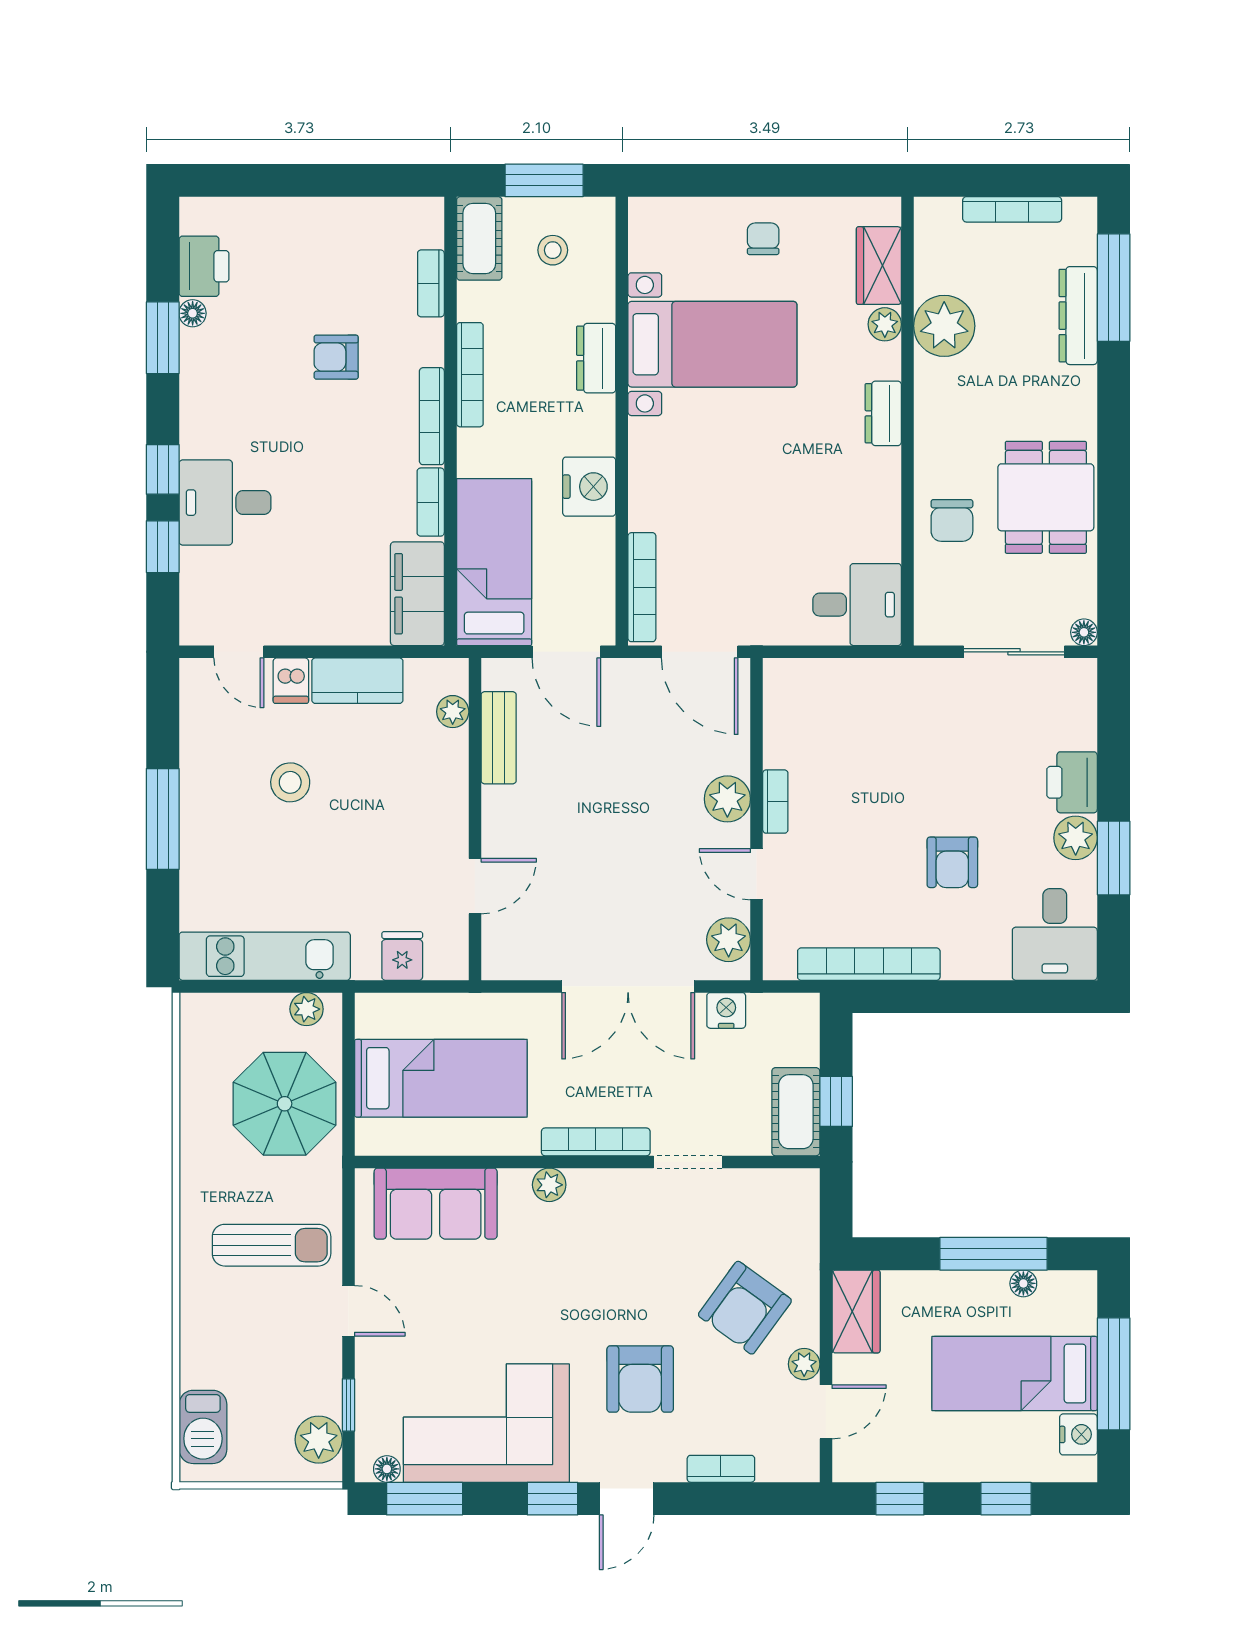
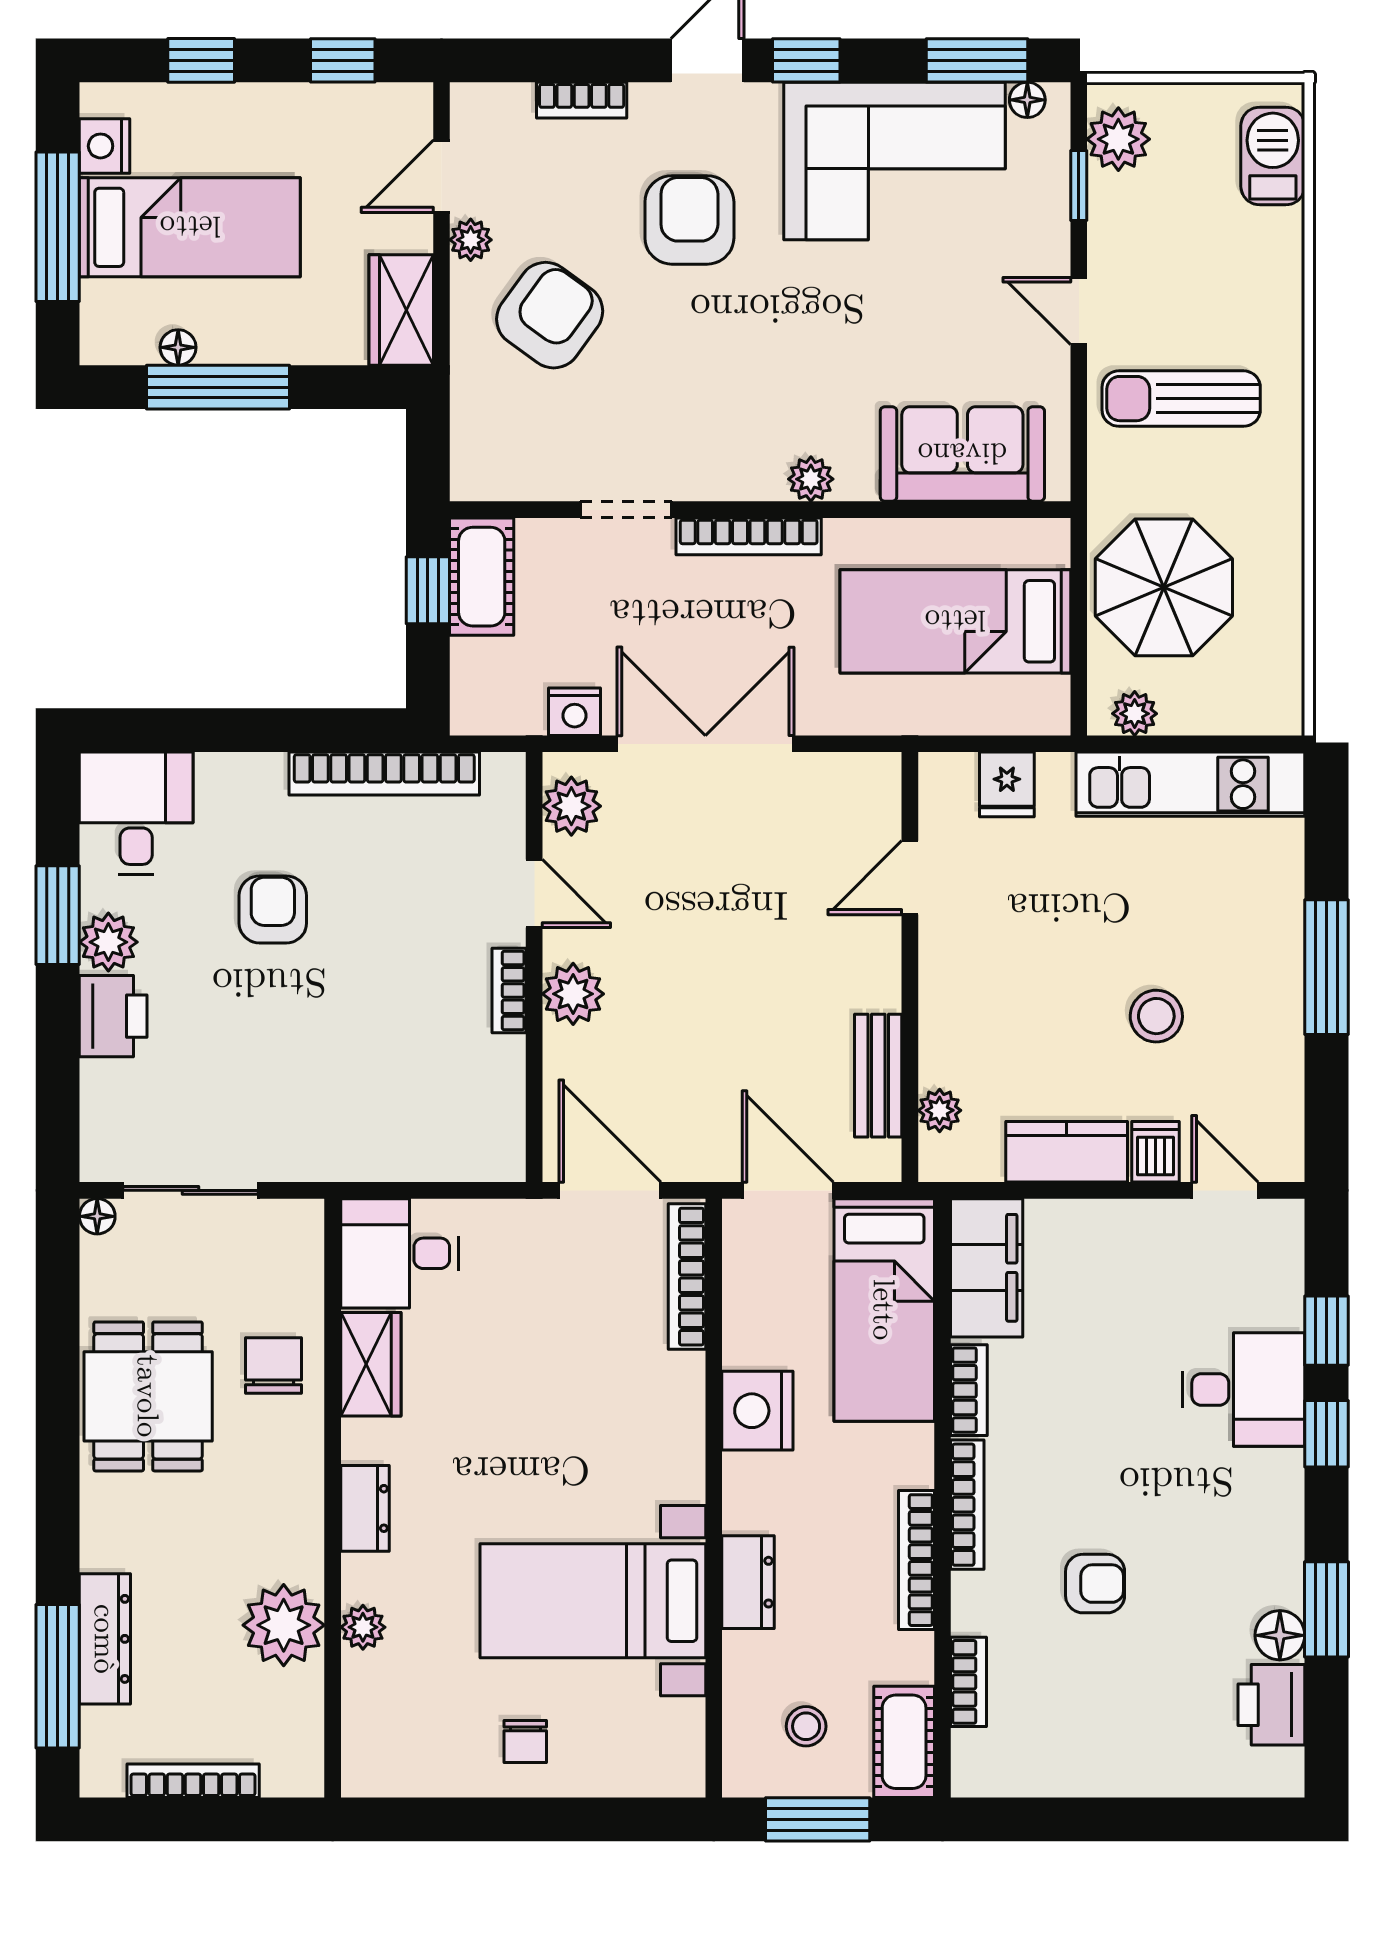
wardrobe: (879, 266) -> (371, 1364), moved
floor lamp: (193, 313) -> (1280, 1635), width x1.37, depth x1.37

